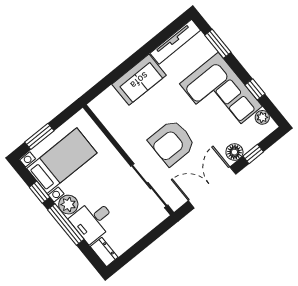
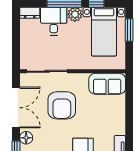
sofa: (139, 80) -> (107, 84), moved, turned -90
armchair: (172, 143) -> (62, 105), turned 180

